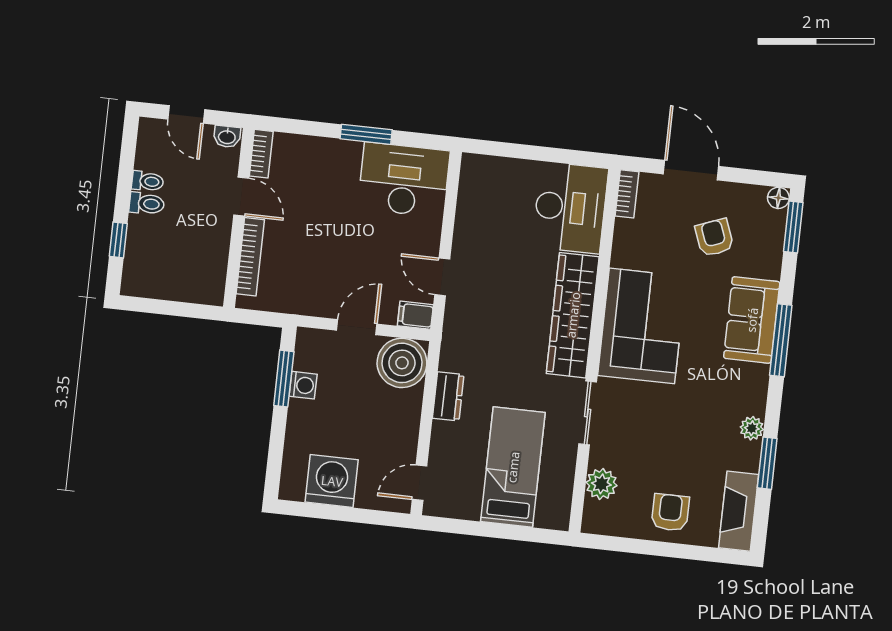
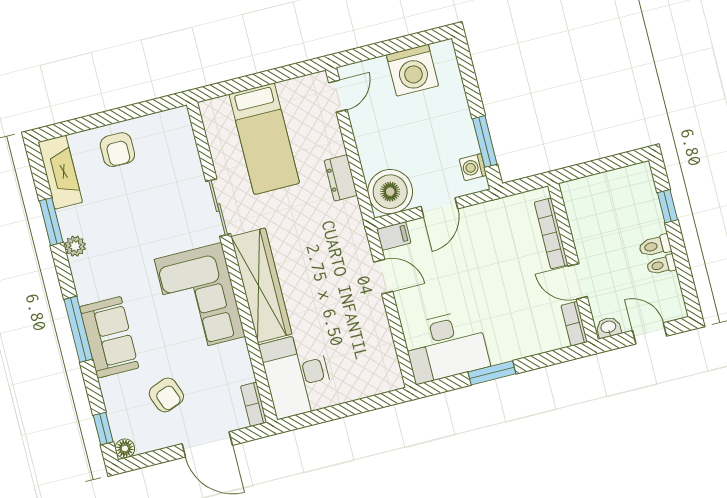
window: (793, 227) -> (103, 429), width x0.67
washing machine: (303, 385) -> (473, 167), moved
plant: (601, 484) -> (184, 152), removed

